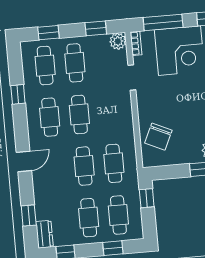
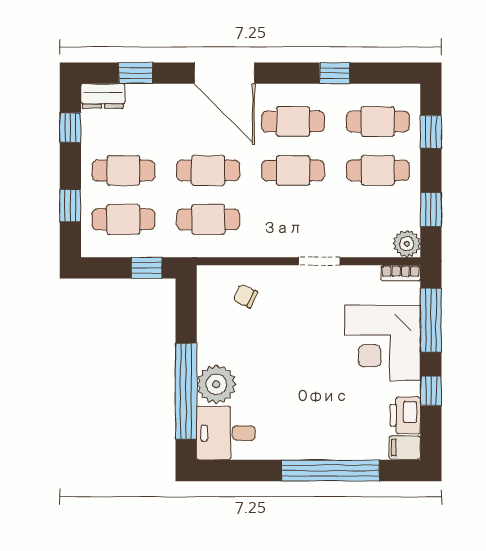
doorway: (132, 78) -> (319, 261), moved
chair: (158, 137) -> (245, 296), width x0.54, depth x0.54
door: (24, 161) -> (224, 73), width x1.88

